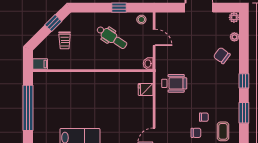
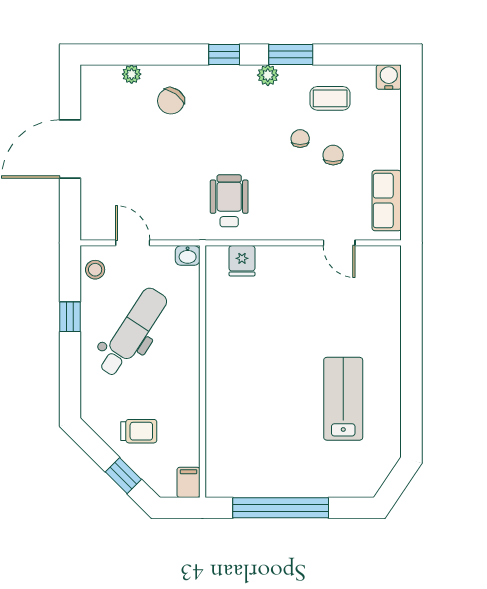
plant: (234, 17) -> (268, 75), moved
window: (53, 23) -> (123, 476), moved
dental chair: (112, 37) -> (133, 332), width x1.36, depth x1.38
door: (154, 37) -> (133, 243), hinge flipped

